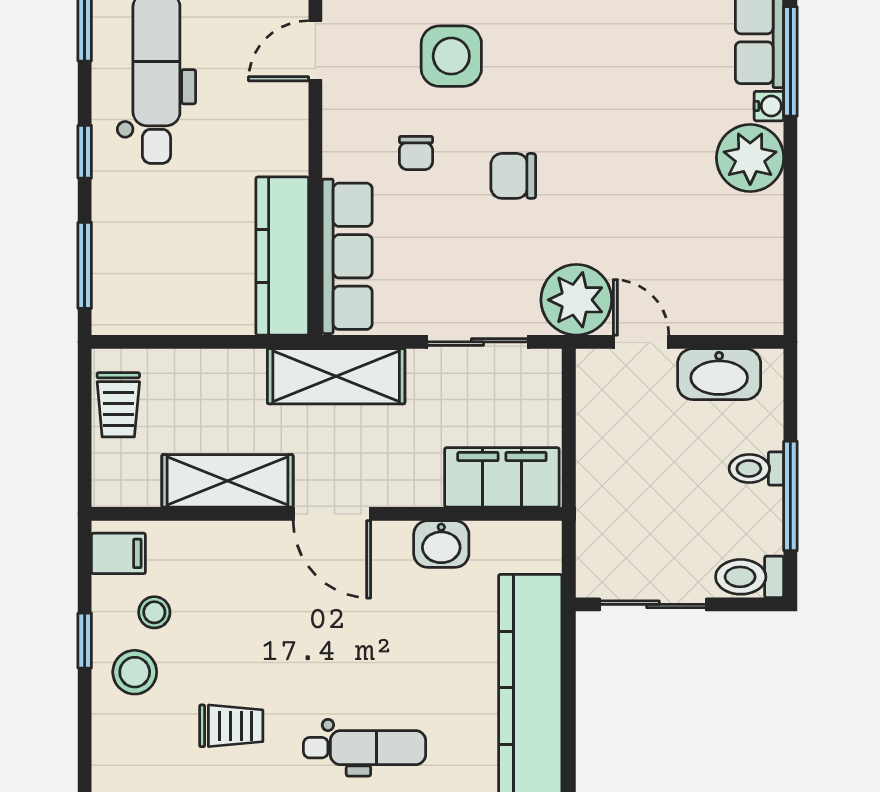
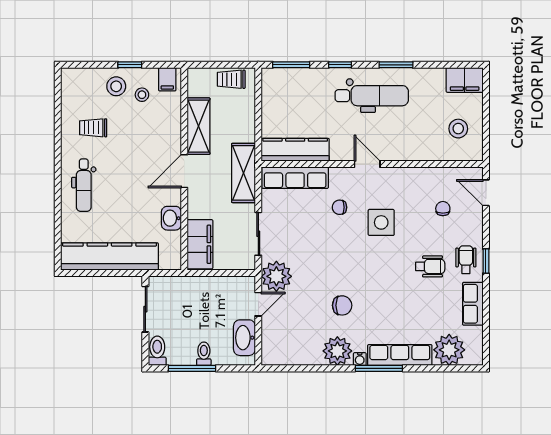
door: (315, 51) -> (367, 164), moved
chair: (513, 176) -> (342, 305), moved, turned 90
trolley: (231, 726) -> (93, 128), turned 90

